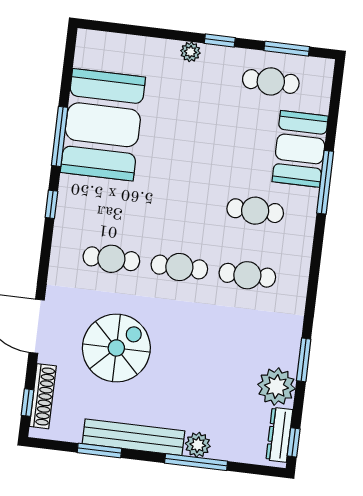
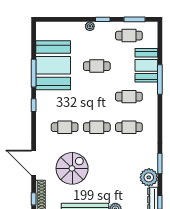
cafe table: (195, 138) -> (97, 66), added

